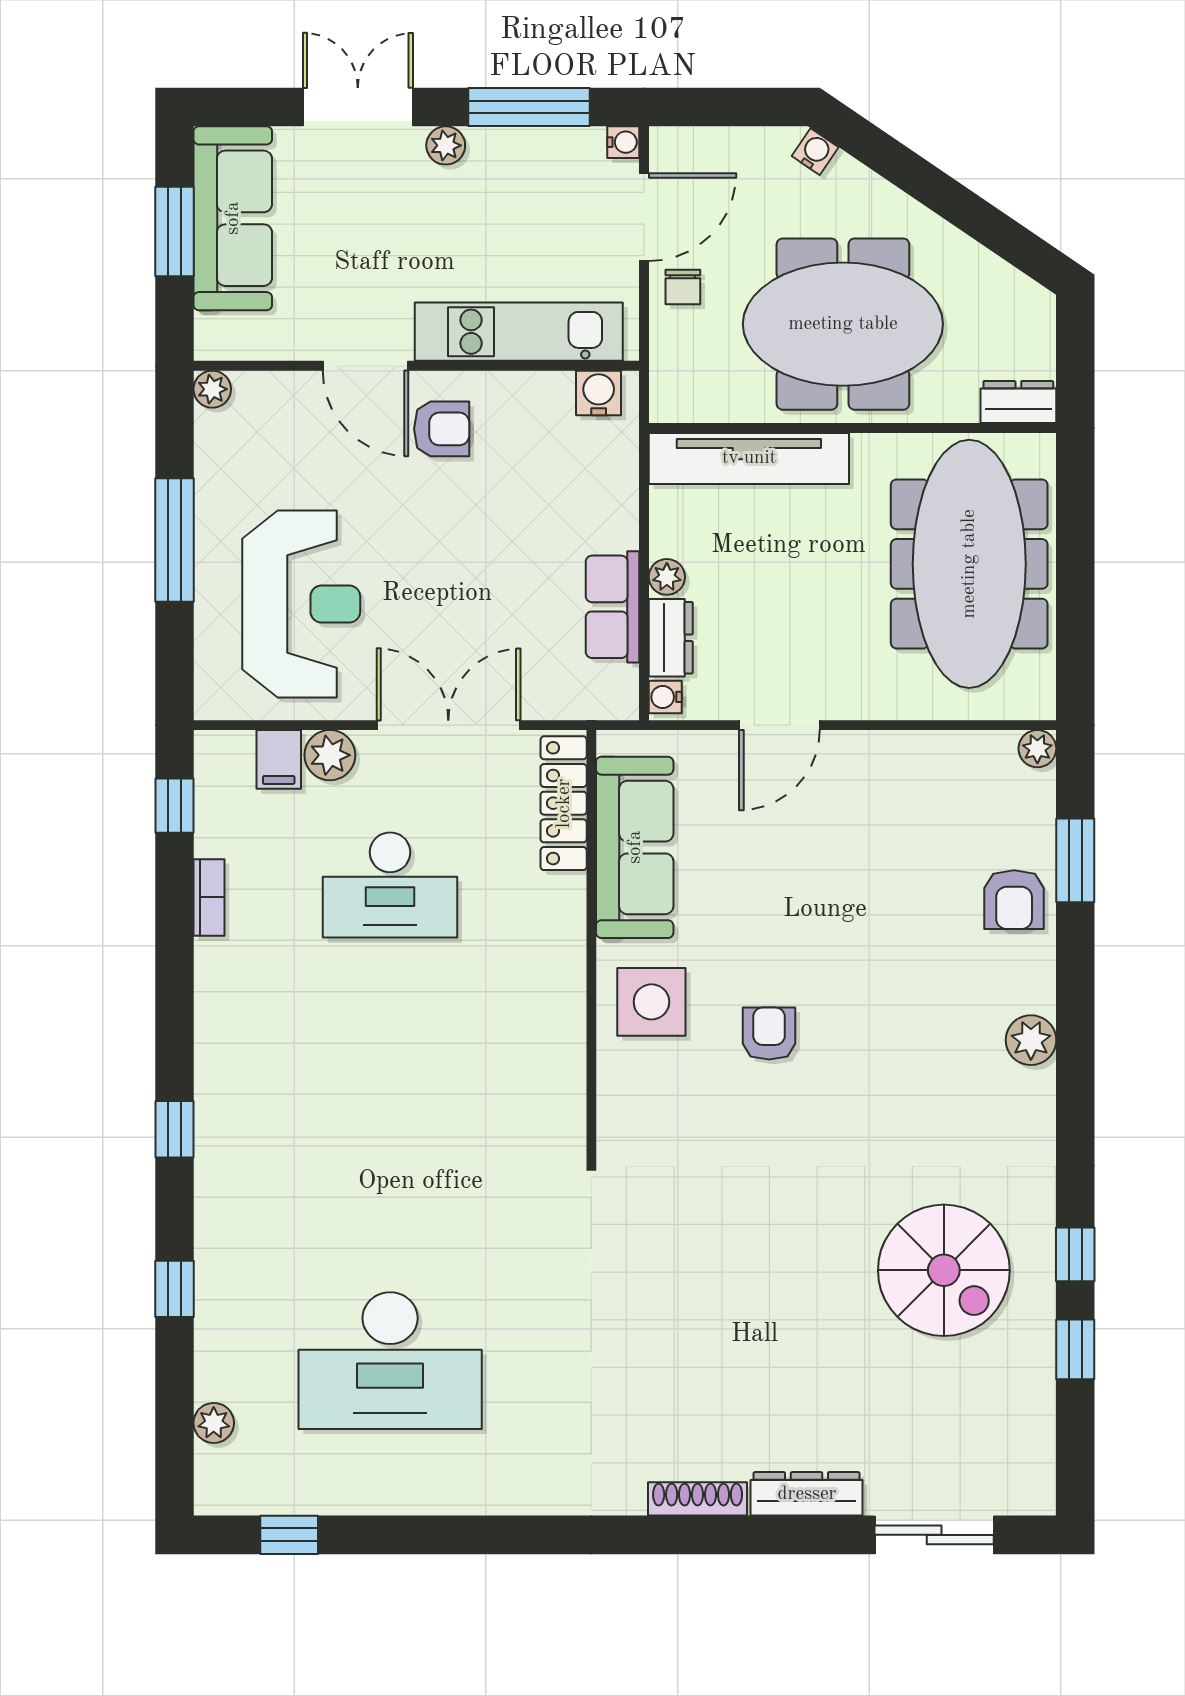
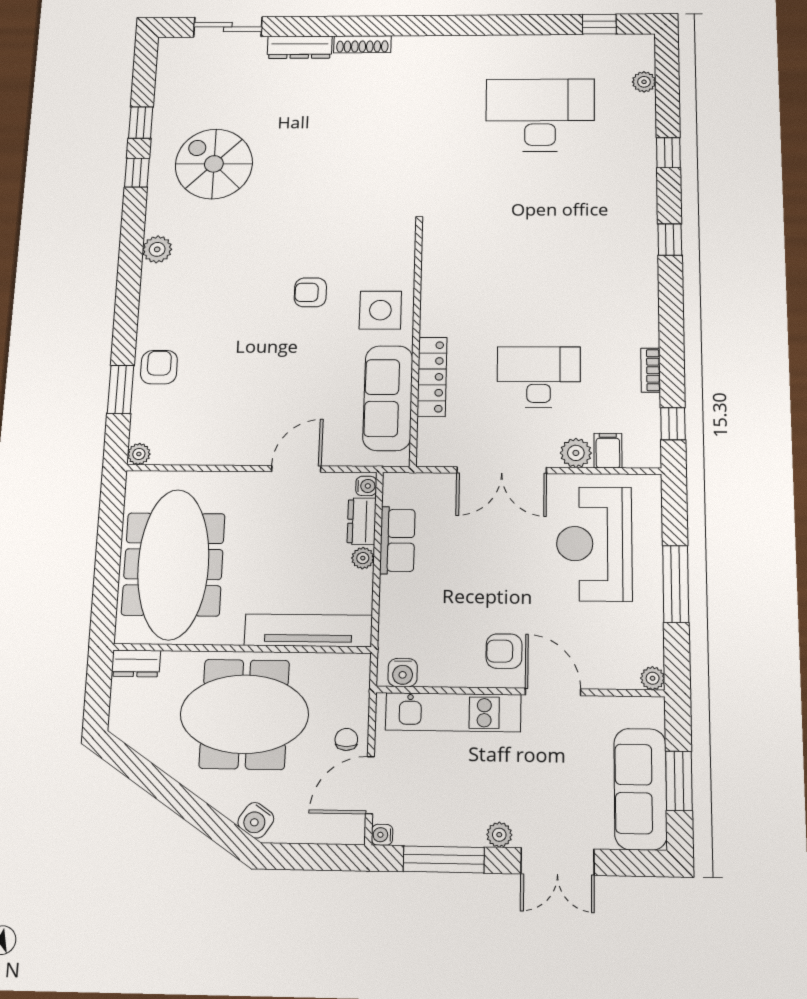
water cooler: (815, 152) -> (256, 820), width x1.38, depth x1.38
locker: (564, 803) -> (432, 377), moved
armchair: (769, 1034) -> (310, 292), turned 90
plant: (1031, 1040) -> (157, 249), moved

